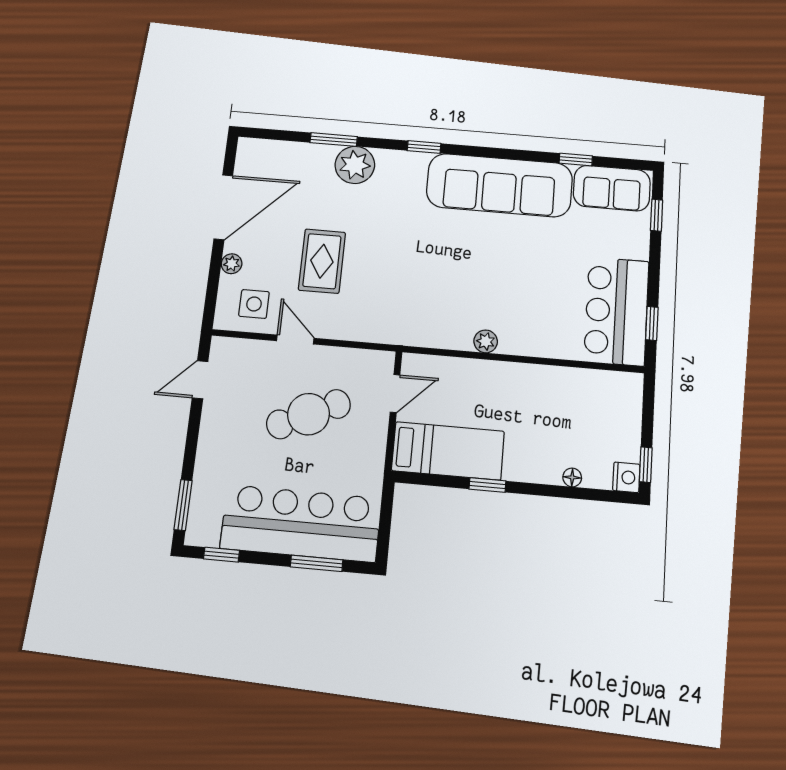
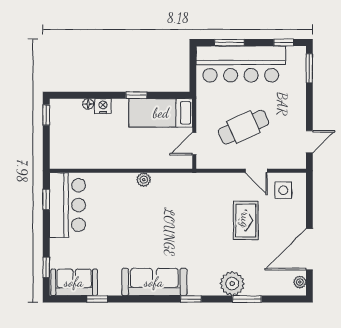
sofa: (499, 185) -> (154, 282), width x0.74, depth x0.79
plant: (232, 264) -> (300, 282), moved
nightstand: (626, 477) -> (103, 106), moved, turned 90

